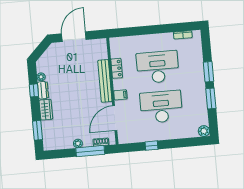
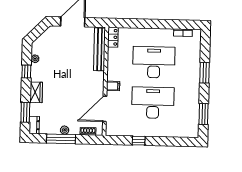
locker: (117, 68) -> (113, 37), moved
bench: (105, 81) -> (100, 49), moved
dresser: (43, 90) -> (34, 125), moved
window: (211, 99) -> (204, 114), moved
plant: (204, 131) -> (193, 132), removed
window: (90, 151) -> (61, 139), moved

